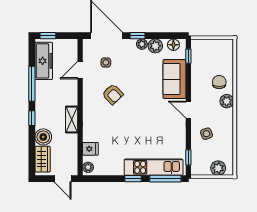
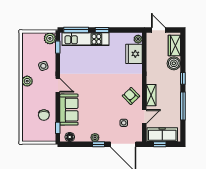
window: (48, 36) -> (160, 144), moved
plant: (155, 46) -> (84, 136), removed
freezer: (44, 61) -> (162, 135), moved, turned 90
chair: (219, 82) -> (44, 115), moved
armchair: (113, 94) -> (131, 96), moved
plant: (227, 101) -> (27, 81), moved
shelving: (72, 120) -> (151, 95), moved
fridge: (90, 149) -> (134, 54), width x1.88, depth x1.34
plant: (218, 168) -> (50, 38), moved

